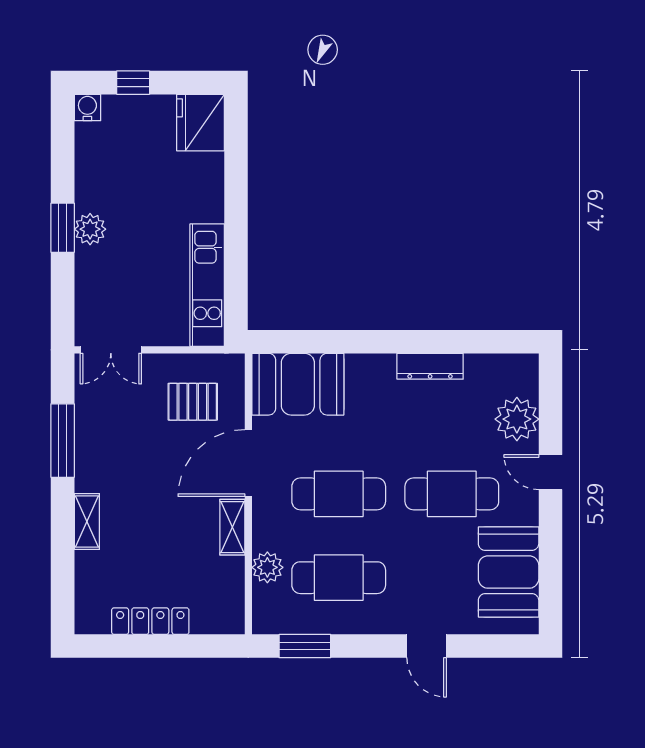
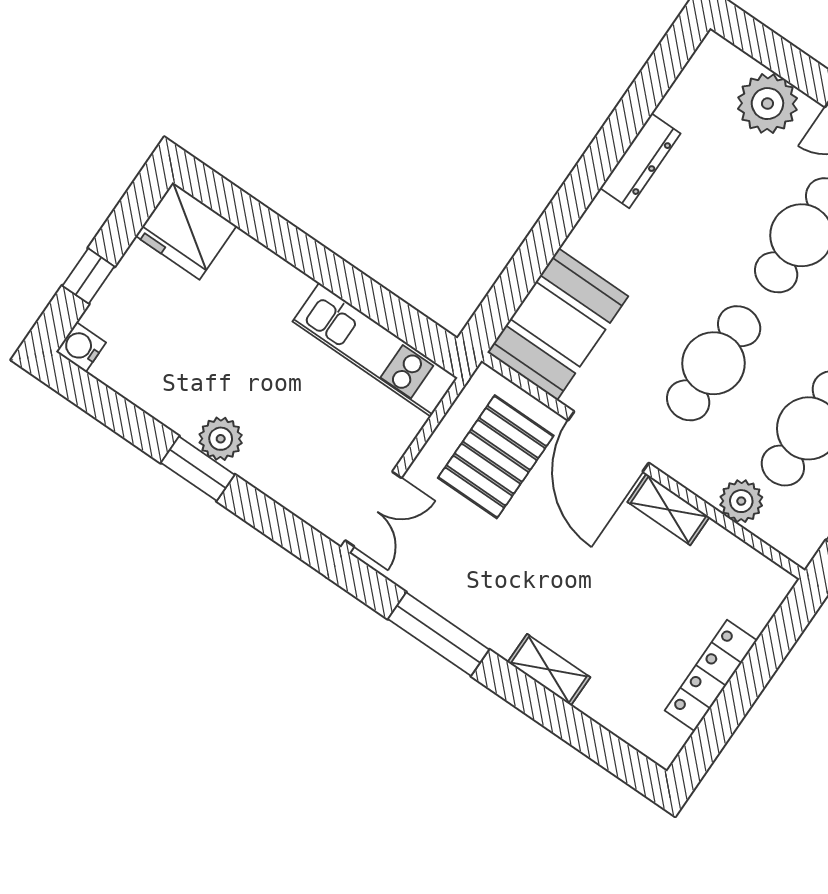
pallet: (193, 402) -> (496, 457), width x1.50, depth x1.42

